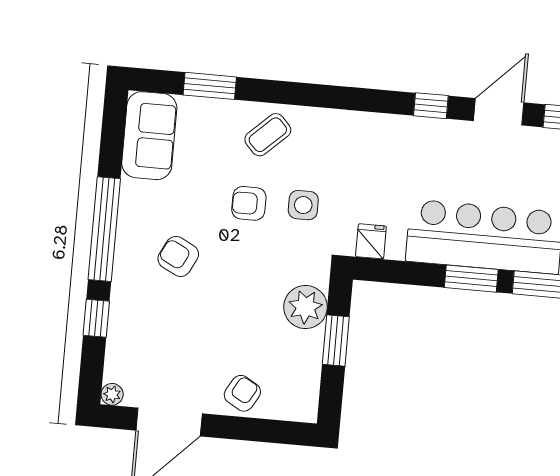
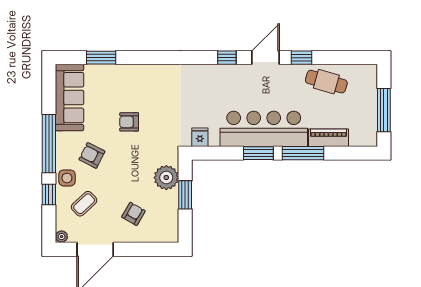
coffee table: (268, 135) -> (84, 204), moved
sofa: (149, 136) -> (70, 98), width x1.36
side table: (303, 205) -> (67, 178), moved
armchair: (242, 393) -> (133, 214), moved

